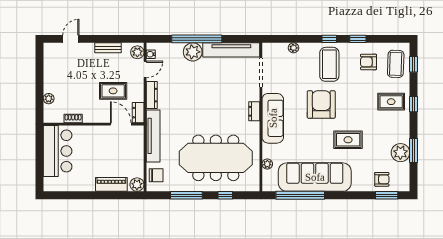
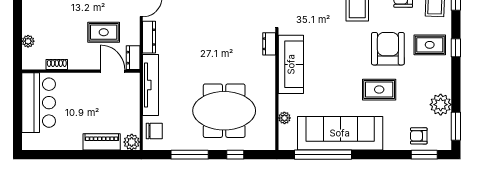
armchair: (321, 104) -> (388, 49), moved
dresser: (254, 111) -> (269, 44), moved
window: (413, 150) -> (456, 126), moved
meeting table: (216, 158) -> (224, 111), width x0.73
armchair: (382, 179) -> (419, 136), turned 180

